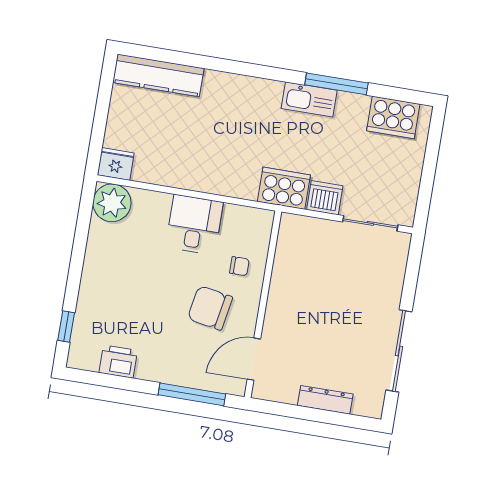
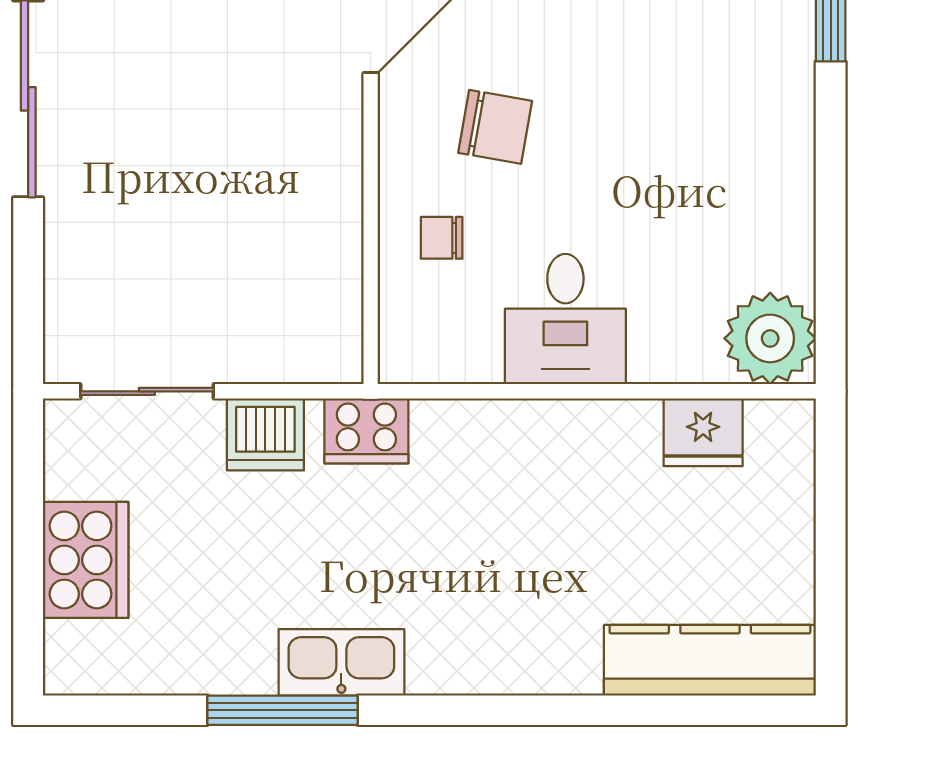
cooker: (393, 117) -> (86, 560), moved, turned 90
fridge: (116, 164) -> (703, 432), moved
cooker: (284, 188) -> (366, 431), width x0.73, depth x0.76
chair: (210, 308) -> (495, 127), width x0.73, depth x0.73

